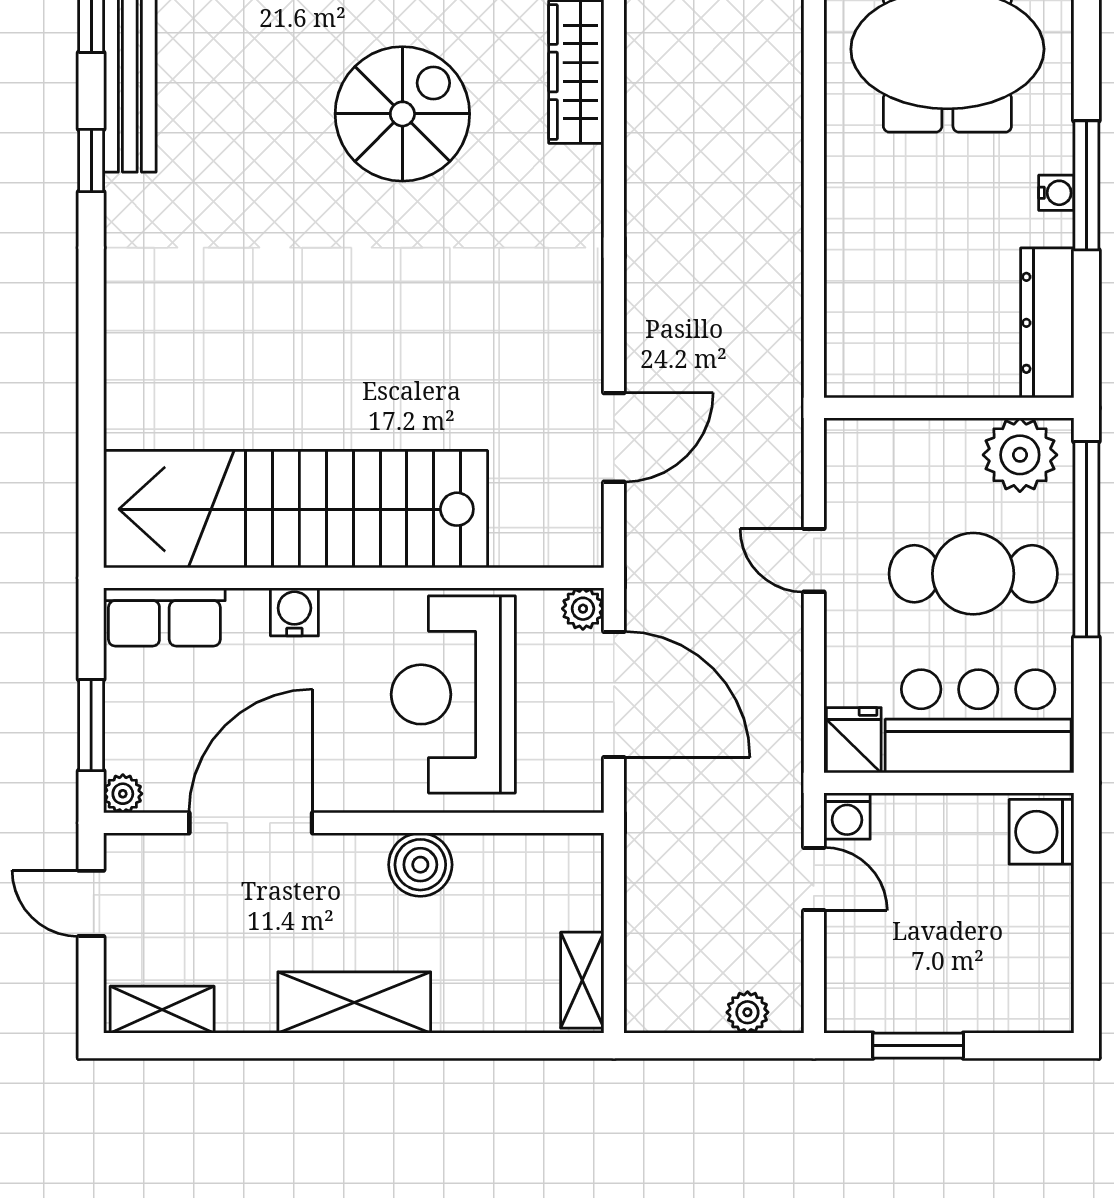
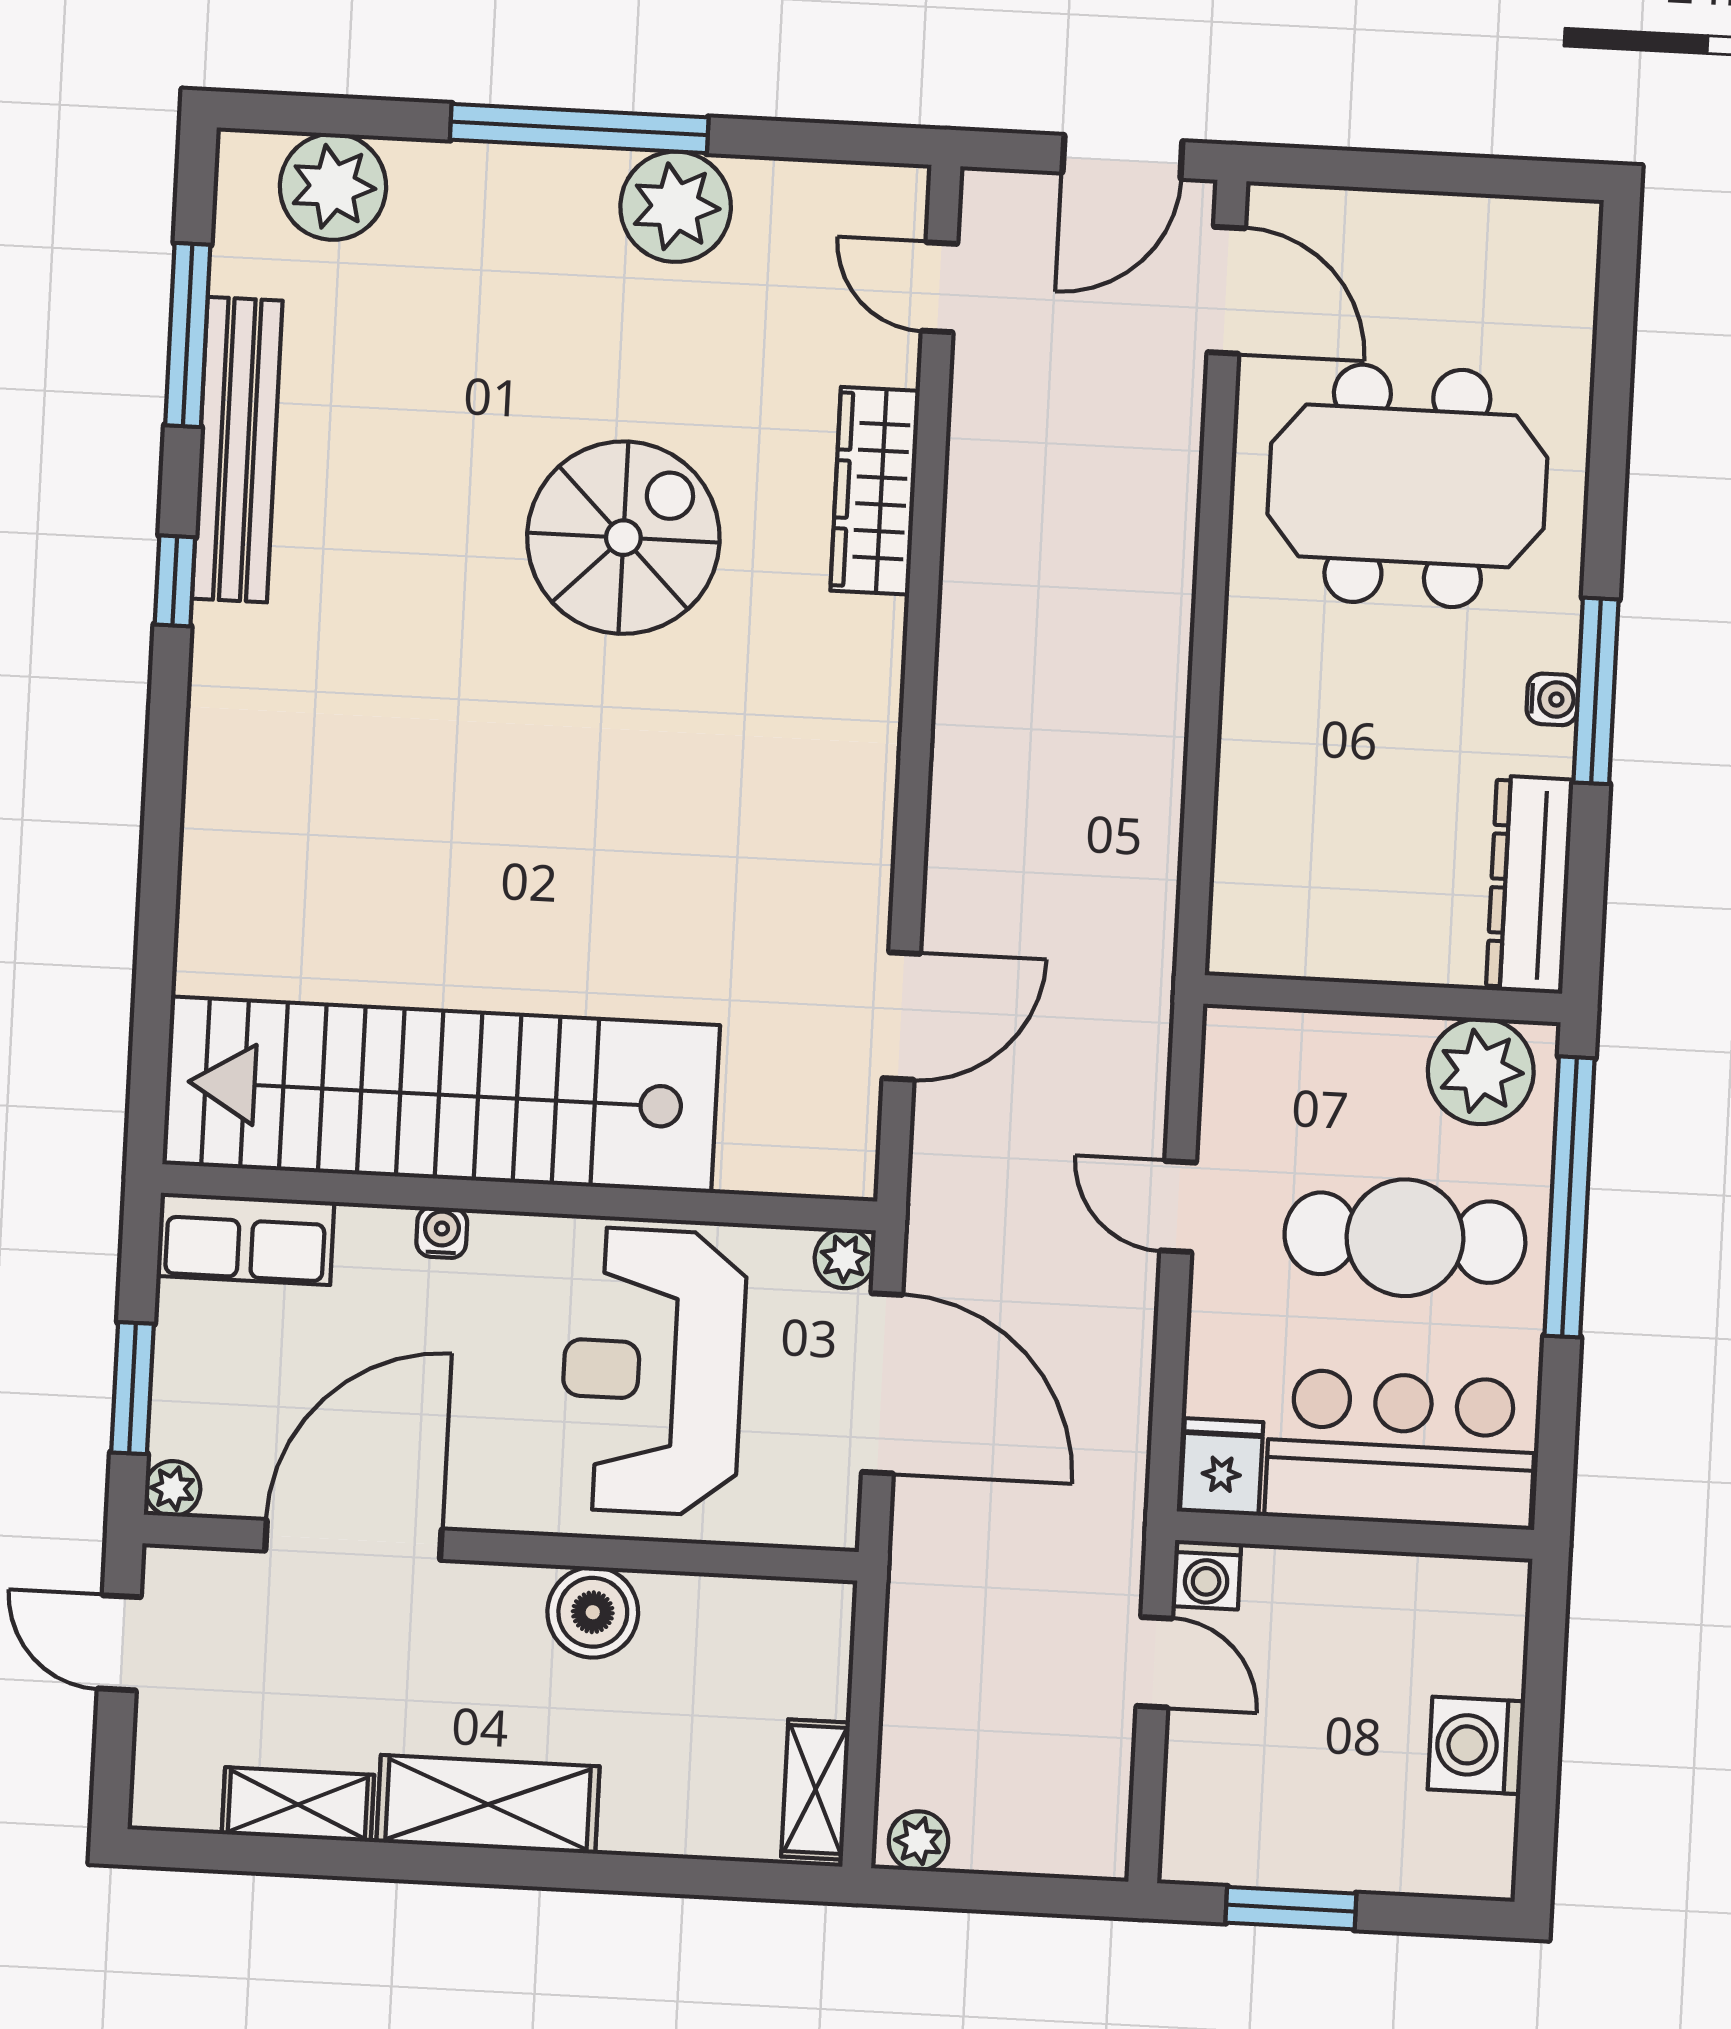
water cooler: (294, 612) -> (442, 1232), width x0.72, depth x0.72
washing machine: (1042, 832) -> (1476, 1745), moved
shelving: (162, 1010) -> (298, 1805), moved
plant: (747, 1012) -> (918, 1841), moved

